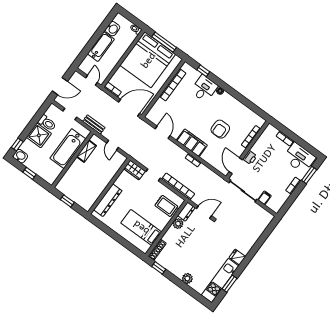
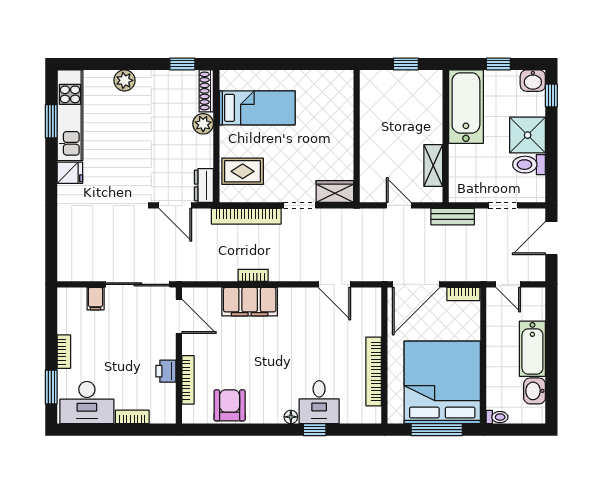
window: (203, 71) -> (315, 430), moved
armchair: (220, 129) -> (230, 405), moved
filing cabinet: (192, 143) -> (250, 302), moved
bathtub: (68, 149) -> (466, 107), moved
printer: (250, 158) -> (166, 371), moved
dresser: (108, 200) -> (342, 112), removed
door: (204, 212) -> (175, 205), hinge flipped
plant: (178, 224) -> (203, 124), moved

